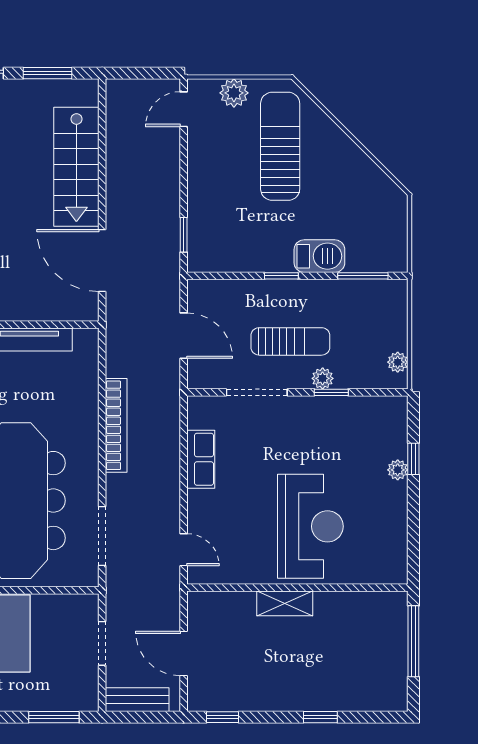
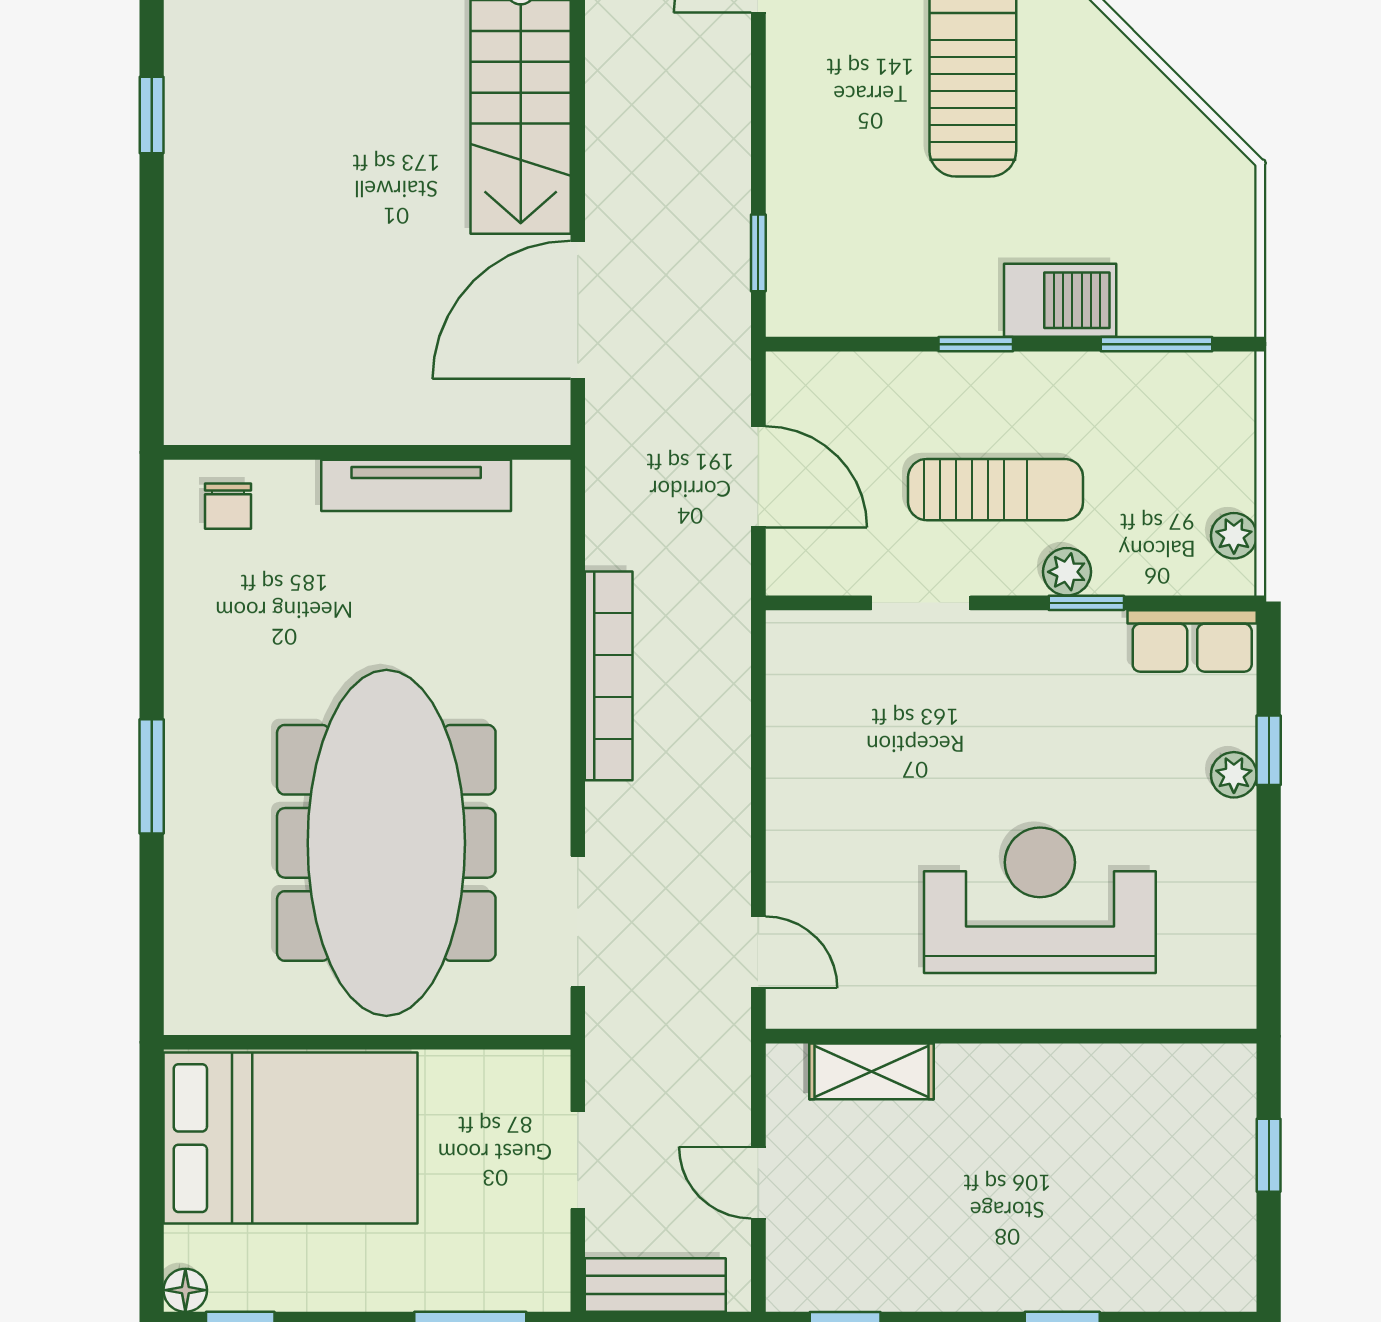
door: (102, 260) -> (578, 310), hinge flipped
doorway: (257, 392) -> (921, 603), width x0.73
row of seats: (201, 459) -> (1192, 641), moved, turned 90
reception desk: (310, 526) -> (1040, 900), turned -90
shelving: (285, 603) -> (872, 1071), moved
window: (413, 641) -> (1269, 1155), width x0.46
door: (184, 654) -> (758, 1183), width x0.73

